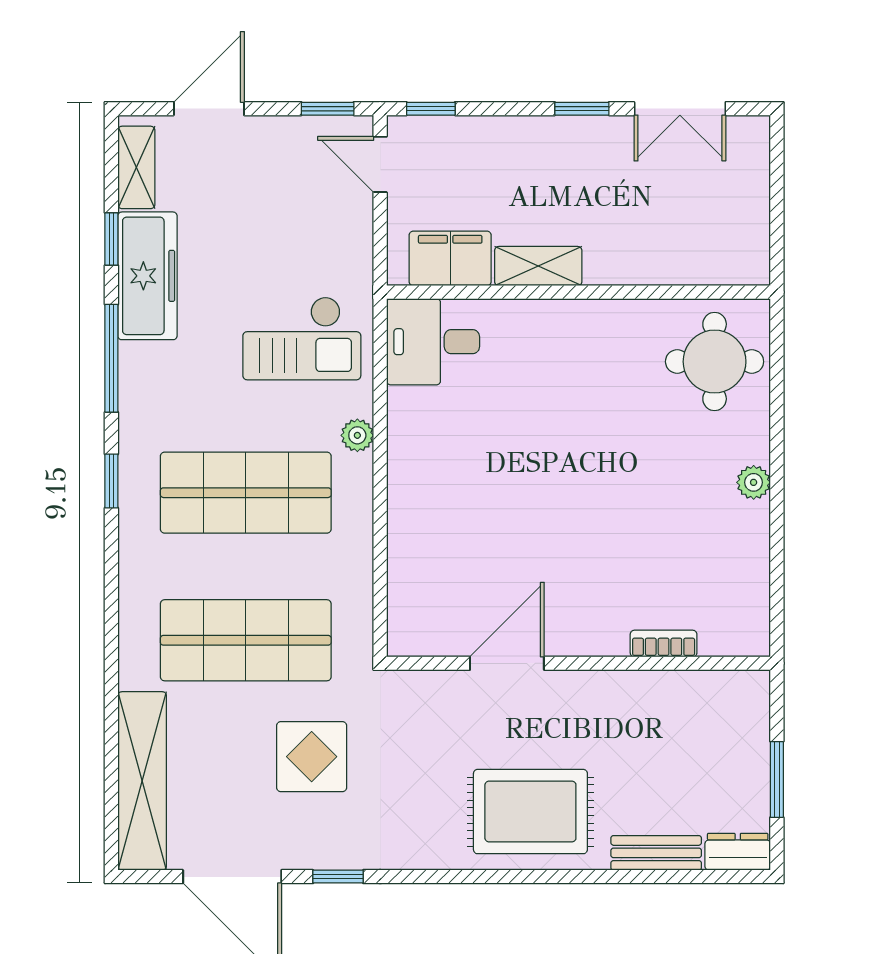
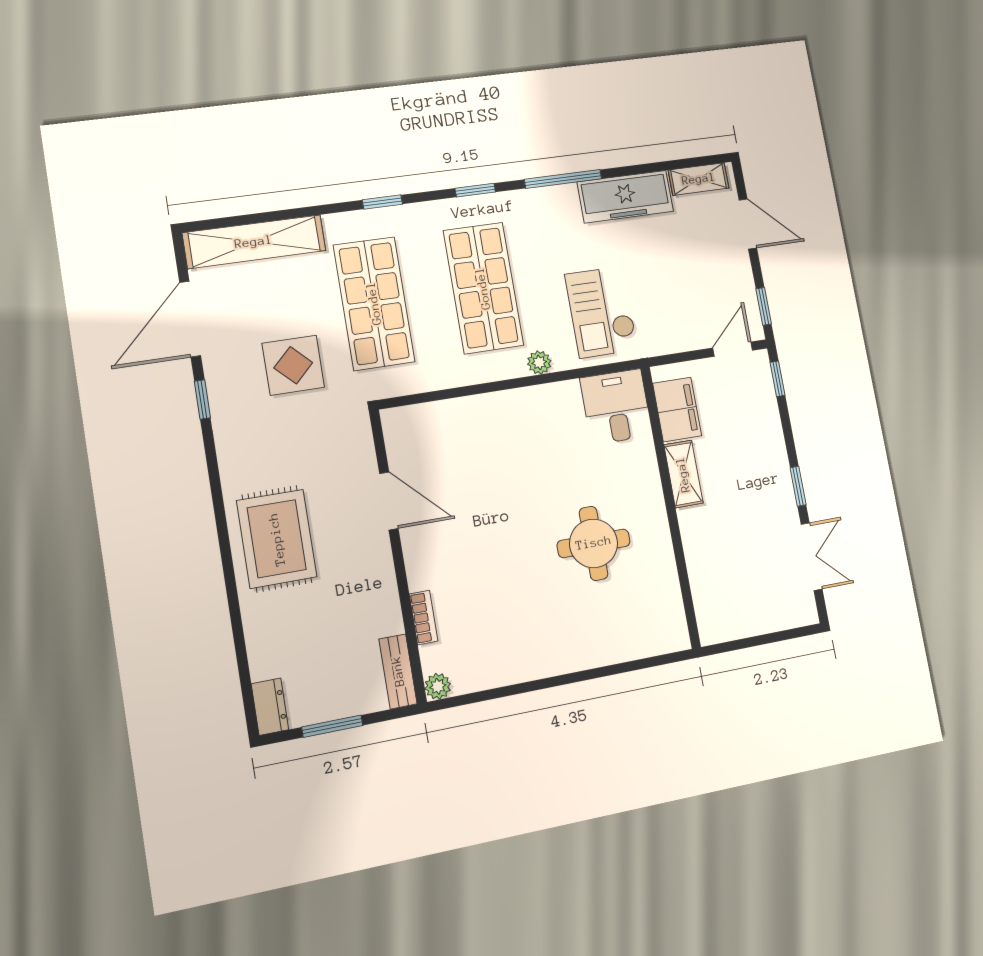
double door: (680, 109) -> (812, 557), swing flipped
window: (111, 239) -> (382, 202), moved
round table: (715, 362) -> (594, 543), moved
plant: (754, 482) -> (438, 686), moved
bench: (656, 853) -> (398, 671), moved

